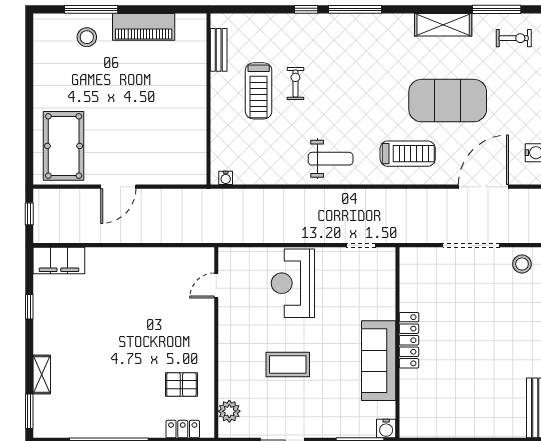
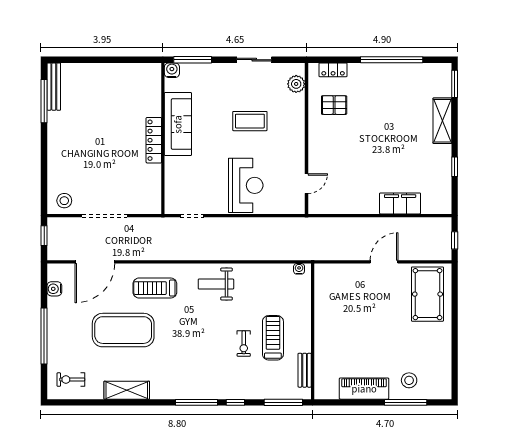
window: (497, 9) -> (283, 402), moved
filing cabinet: (59, 260) -> (400, 203), moved
shelving: (42, 375) -> (442, 121), width x1.50, depth x1.33

